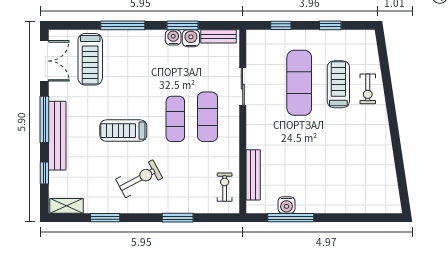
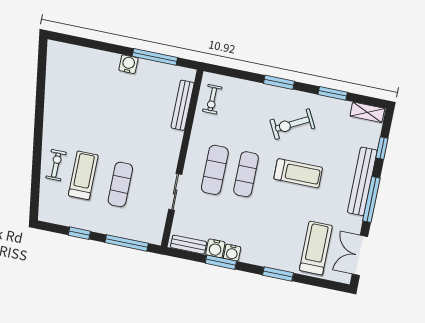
window: (123, 25) -> (278, 274), width x0.69
window: (281, 25) -> (127, 243), width x2.17
exercise mat: (299, 83) -> (120, 184), width x0.73, depth x0.69
treadmill: (338, 84) -> (83, 175), turned 180
water cooler: (286, 205) -> (128, 64), moved
window: (178, 218) -> (279, 82), moved

